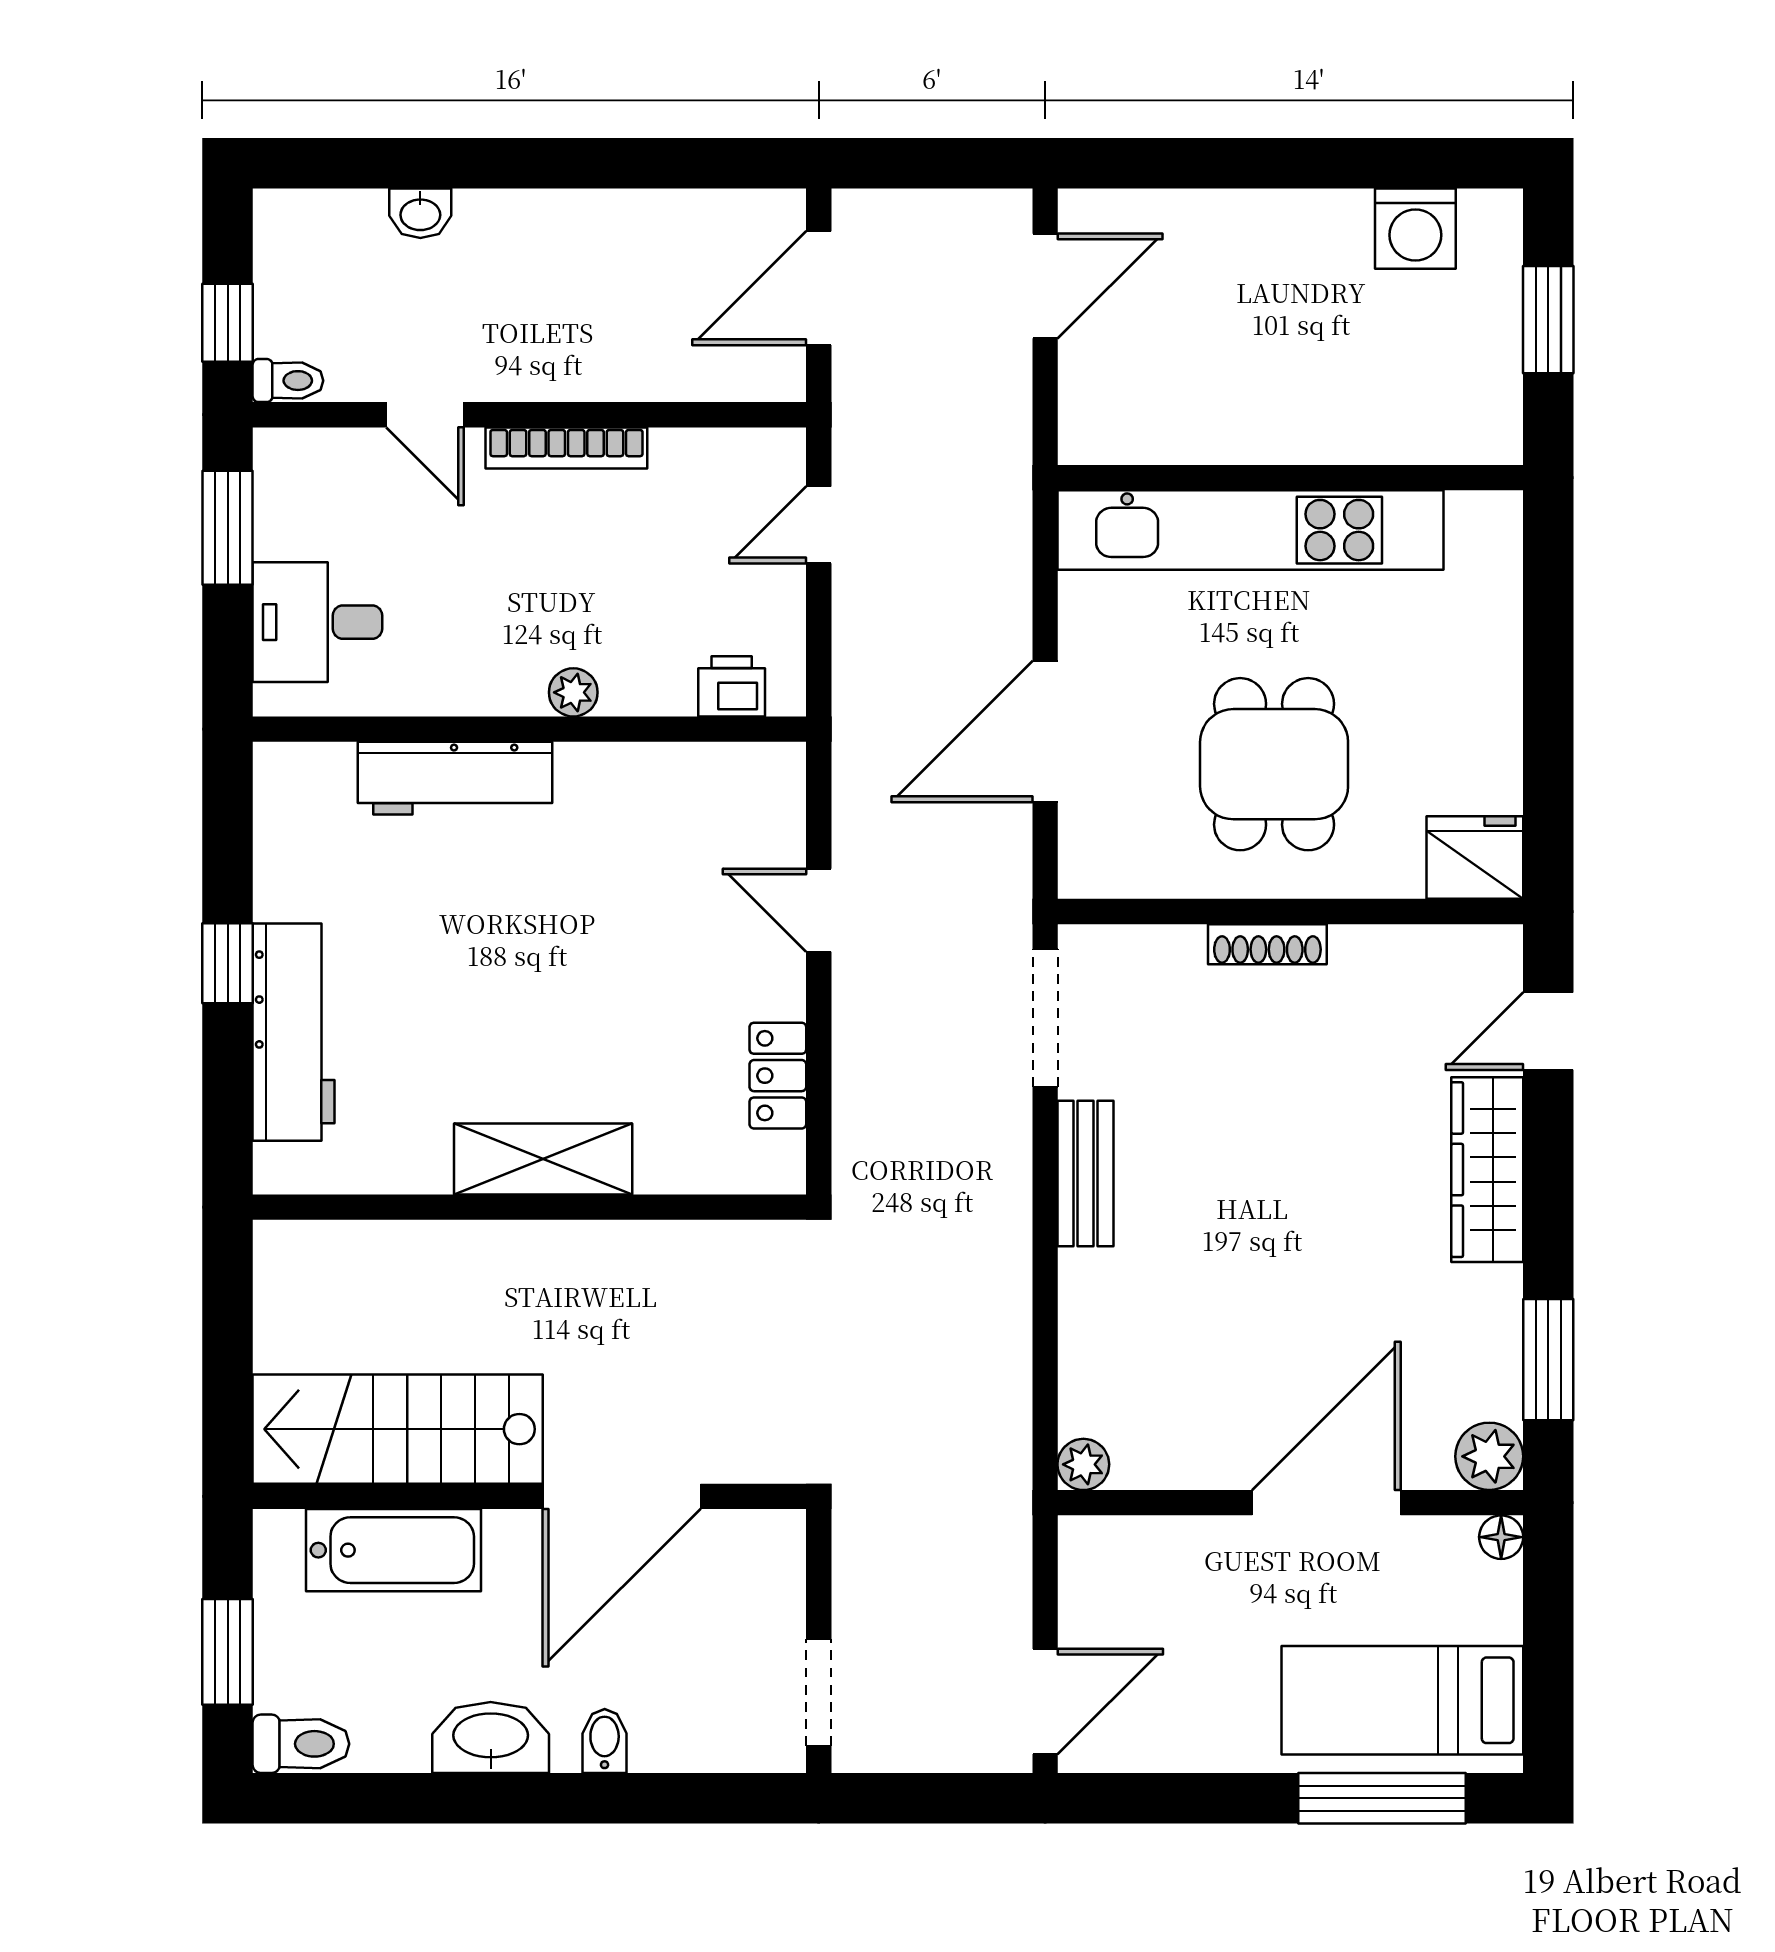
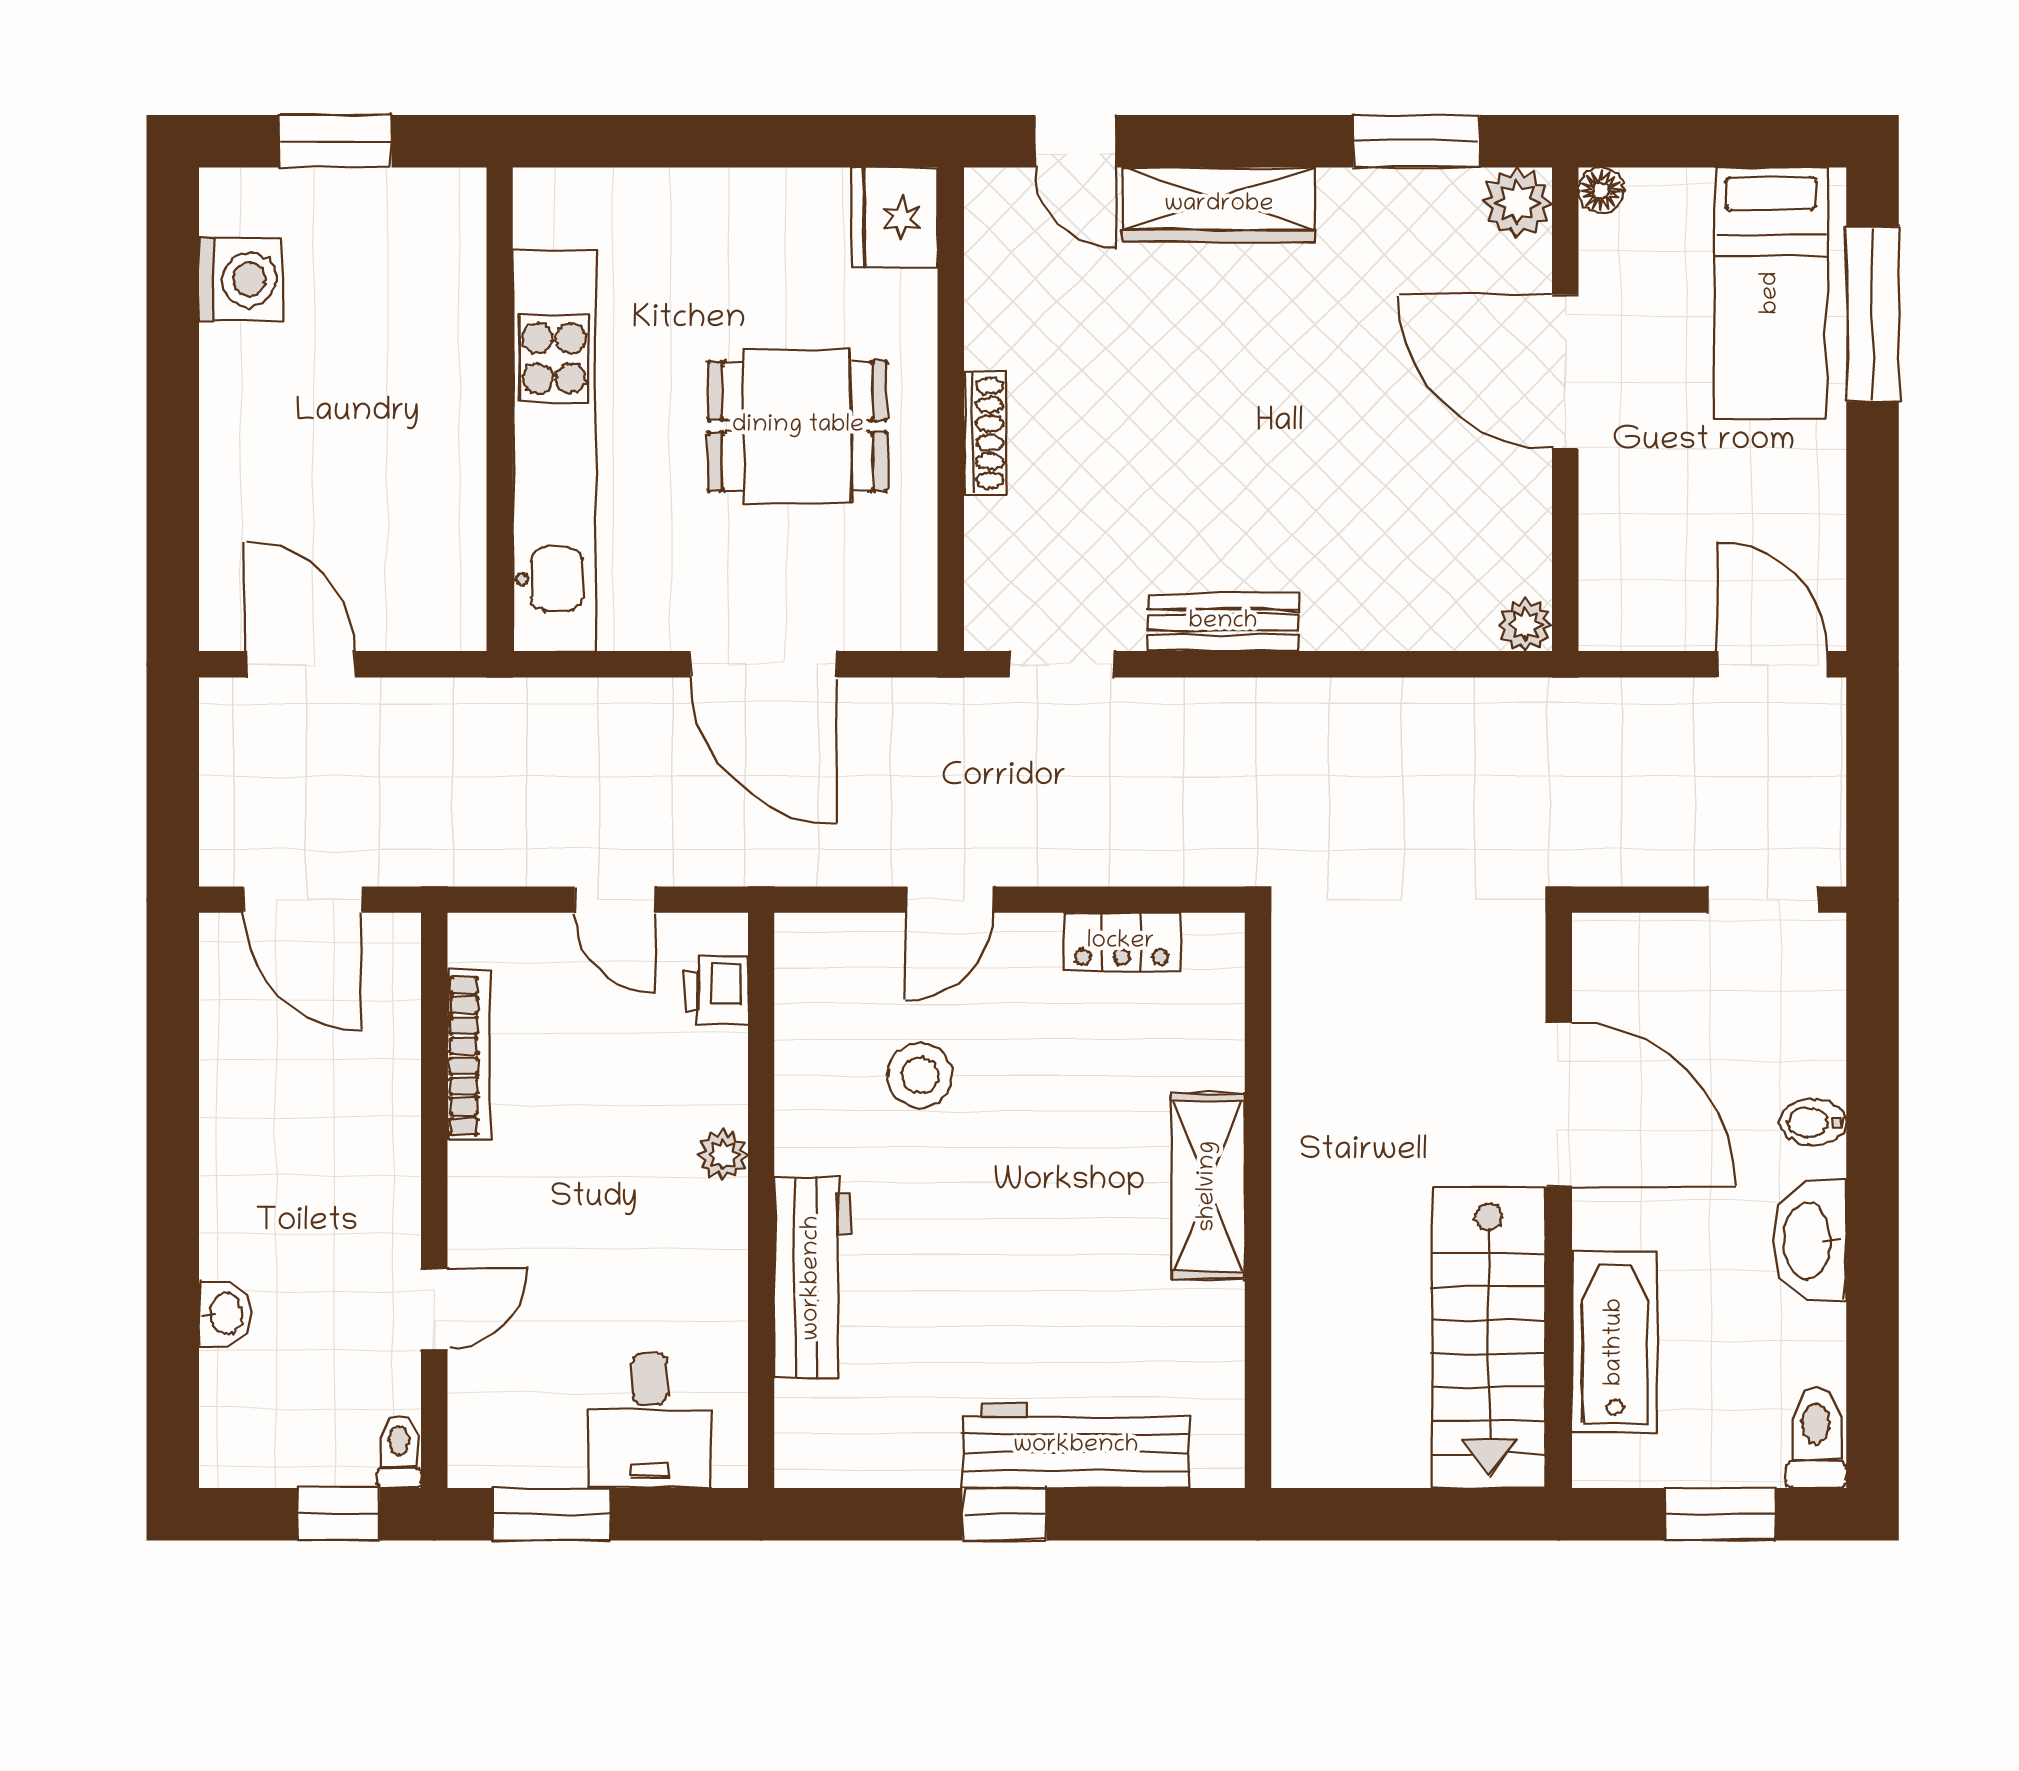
bookcase: (566, 448) -> (469, 1056), moved
door: (819, 525) -> (615, 900), moved
stool: (650, 882) -> (920, 1075), added
doorway: (1045, 1018) -> (1062, 664), width x0.73

